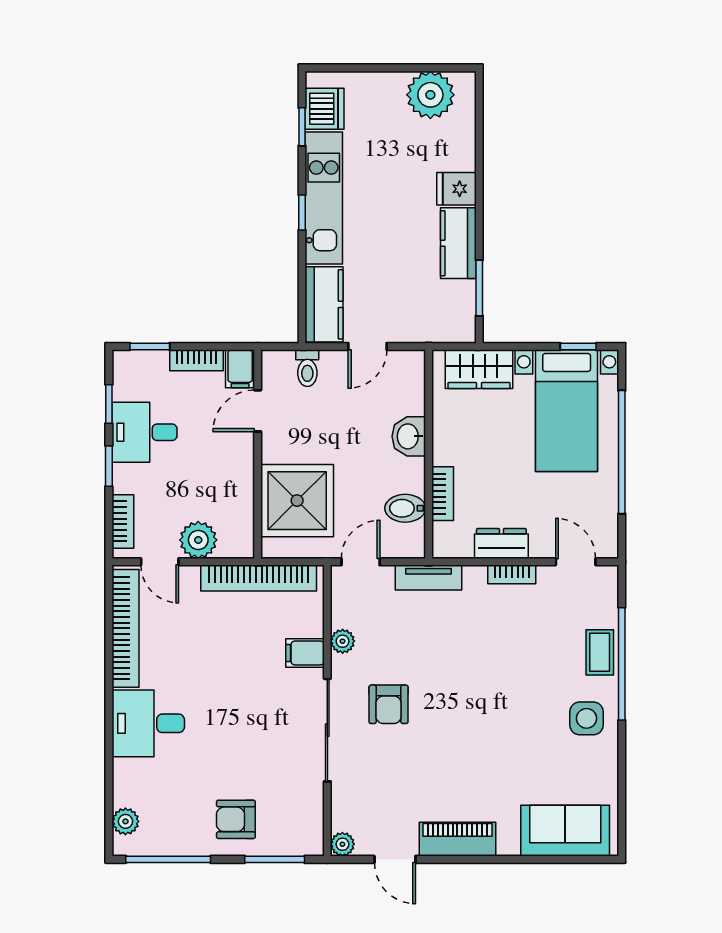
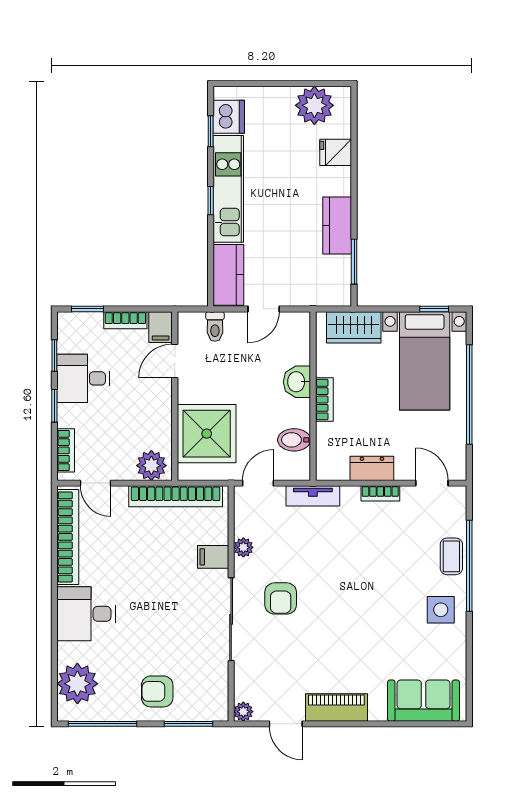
fridge: (457, 189) -> (336, 152), moved
bookcase: (443, 494) -> (324, 400), moved
plant: (198, 540) -> (151, 466), moved
plant: (125, 821) -> (77, 684), width x1.87, depth x1.87

